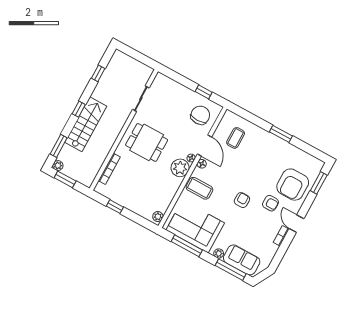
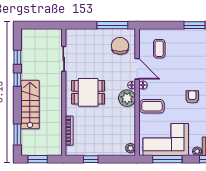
window: (204, 92) -> (112, 25), width x2.17
window: (79, 109) -> (17, 80), moved
plant: (58, 166) -> (25, 151), removed

